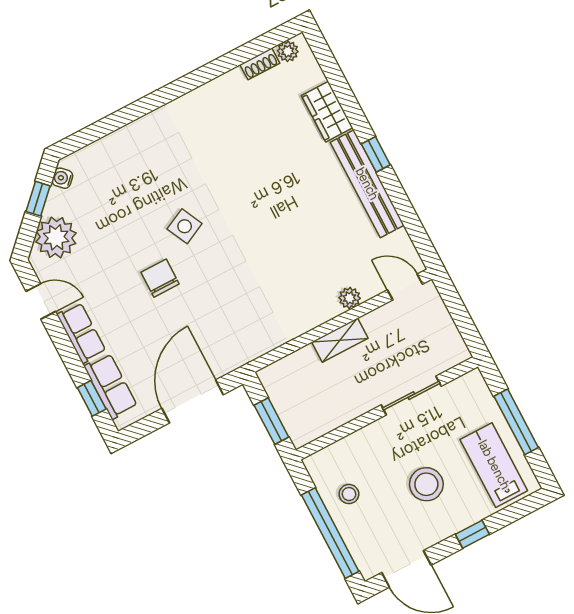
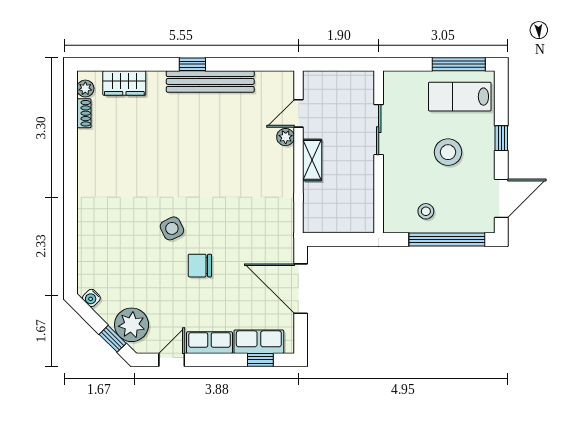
wardrobe: (327, 112) -> (124, 83), moved
window: (38, 199) -> (113, 339), moved
door: (405, 287) -> (298, 113), moved
window: (271, 421) -> (344, 239), removed
window: (516, 422) -> (459, 64), moved

